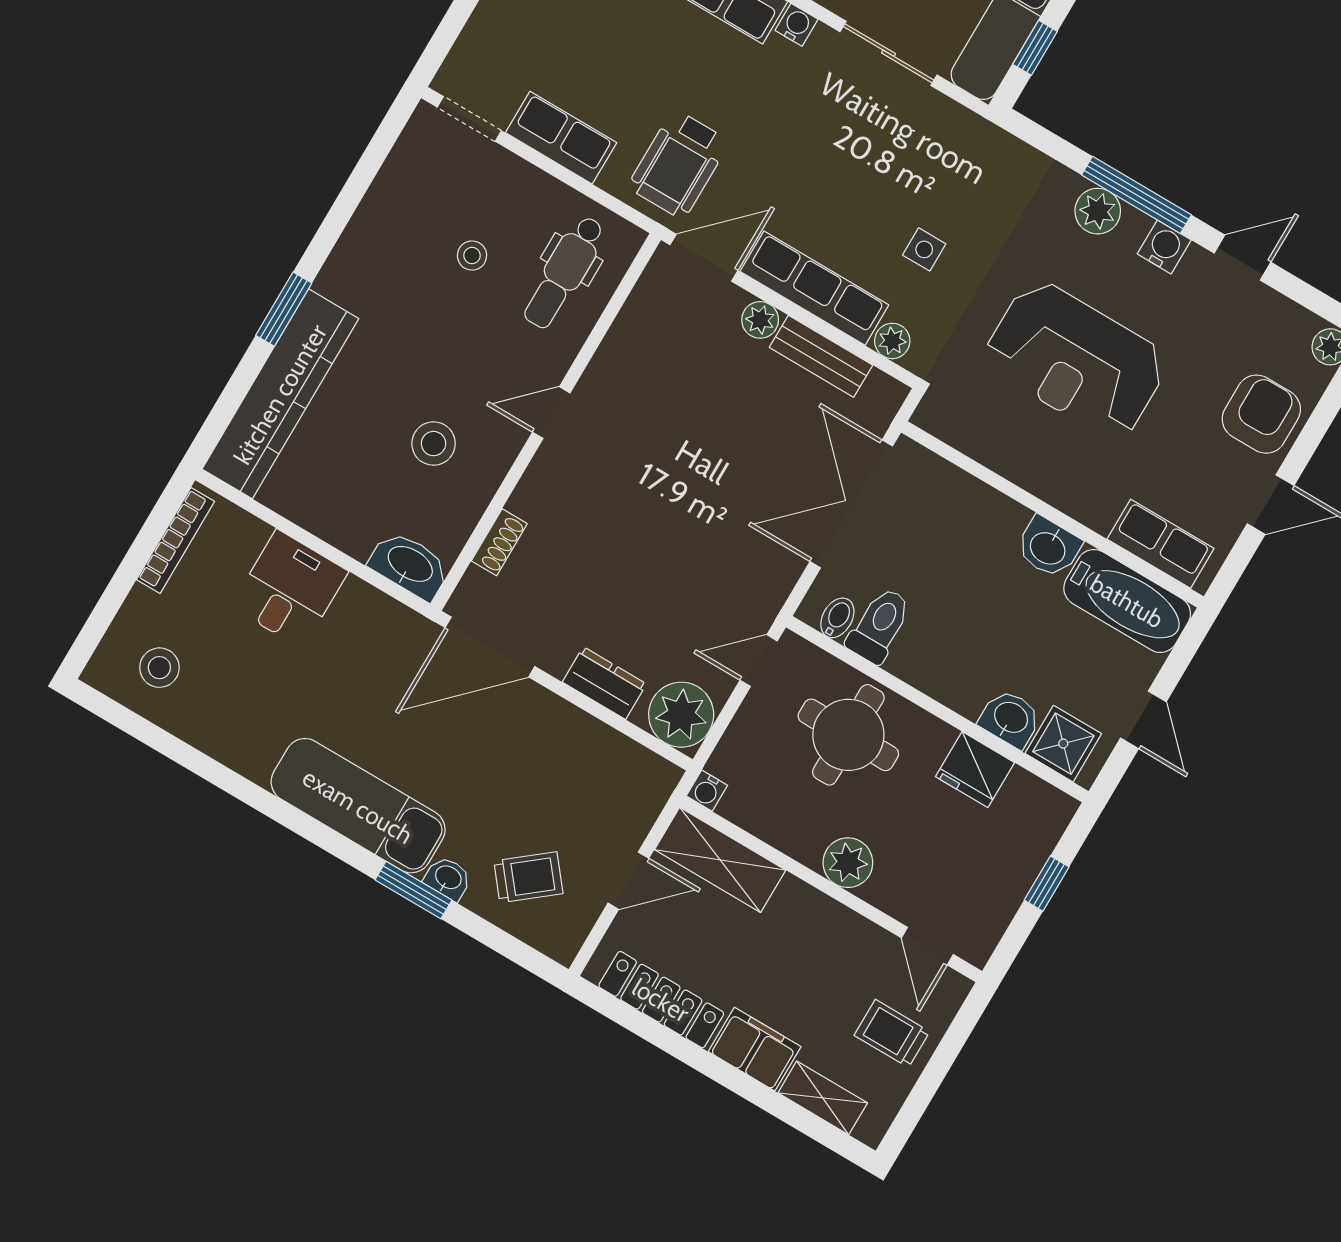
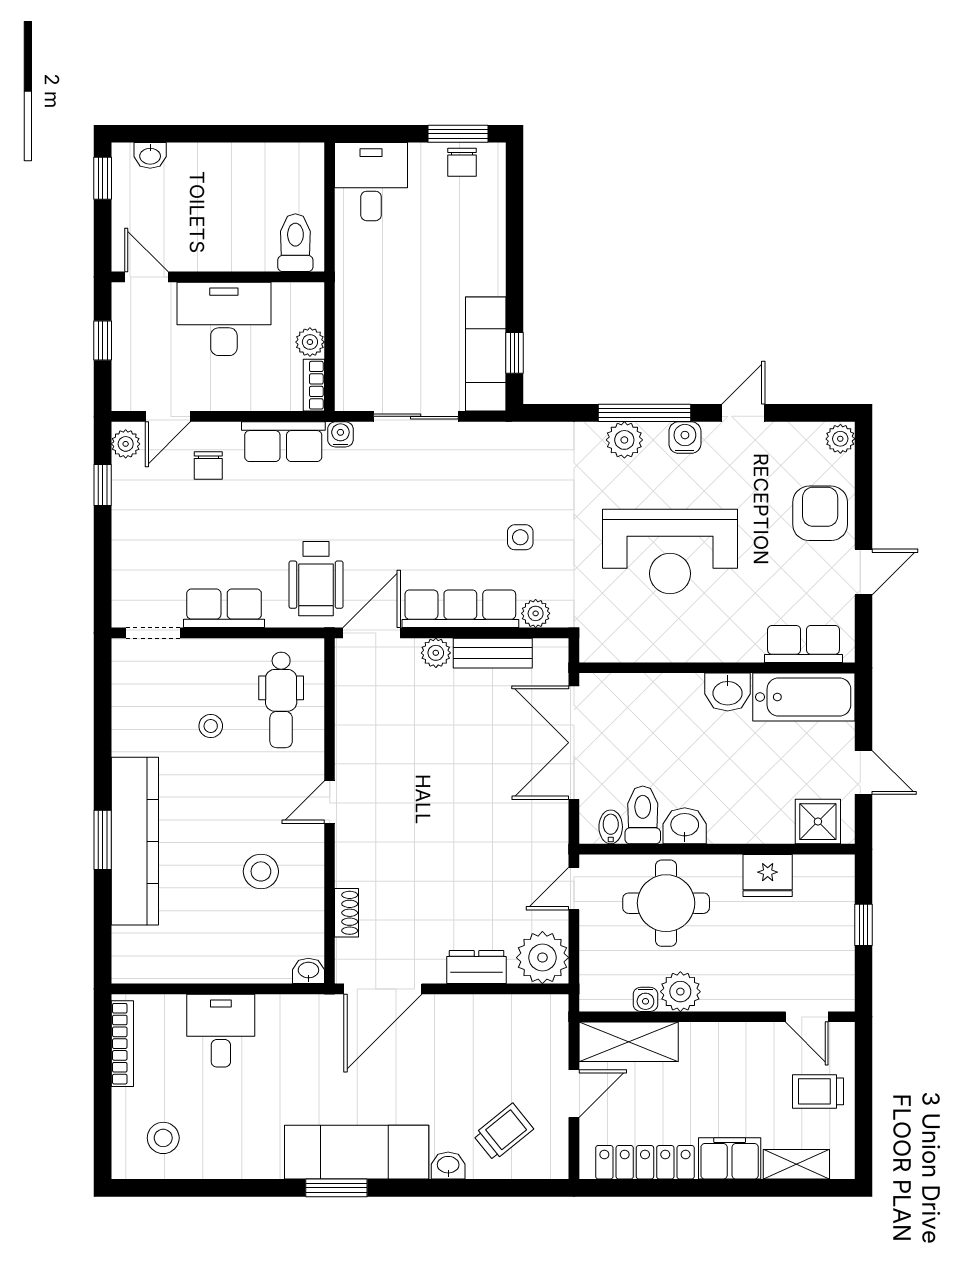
kitchen counter: (280, 394) -> (135, 841), moved
washbasin: (410, 565) -> (308, 971), width x0.52, depth x0.69
washbasin: (1010, 719) -> (685, 826), moved
water cooler: (707, 791) -> (645, 999), moved
plant: (848, 863) -> (680, 992), moved
window: (413, 890) -> (336, 1188), moved

